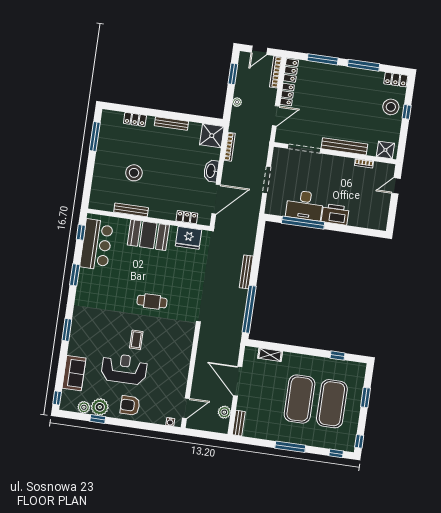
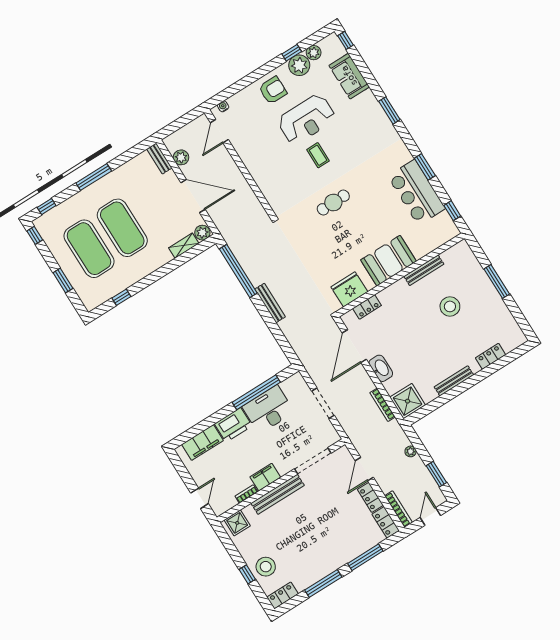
window: (95, 136) -> (497, 281), moved
filing cabinet: (343, 164) -> (265, 477), added
filing cabinet: (364, 220) -> (202, 442), added
bar counter: (96, 245) -> (416, 192), moved
plant: (251, 353) -> (202, 233), added

